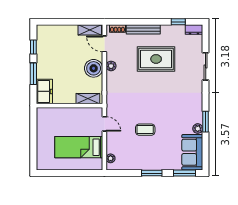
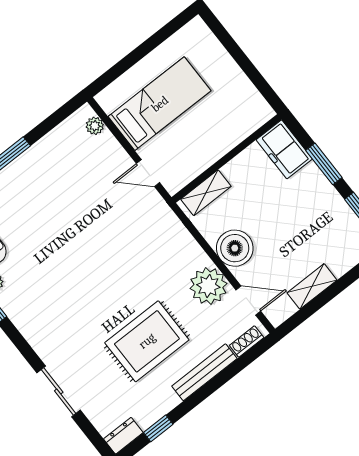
shelving: (90, 30) -> (312, 286), moved
plant: (111, 66) -> (208, 286), width x1.88, depth x1.88
coffee table: (145, 130) -> (76, 215), removed

